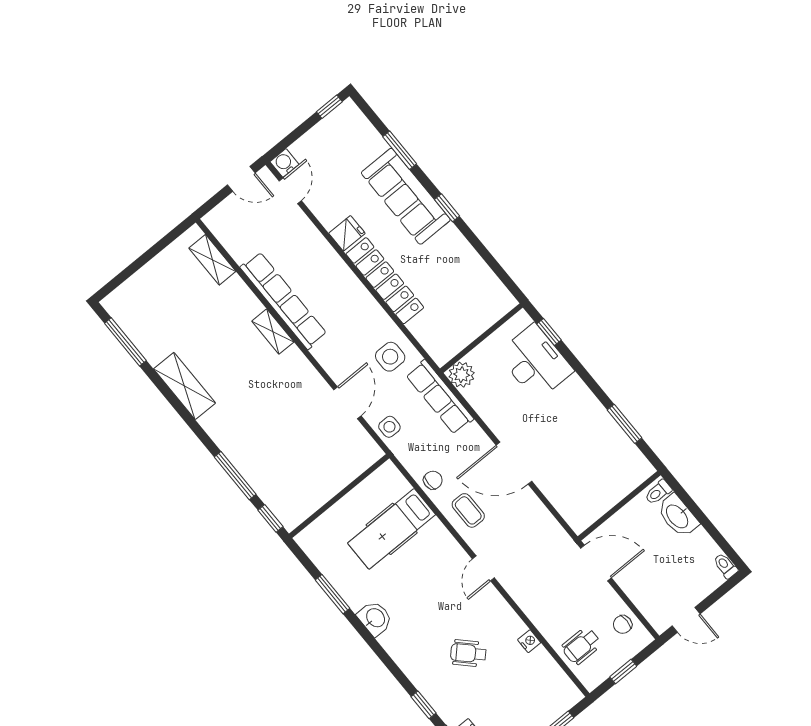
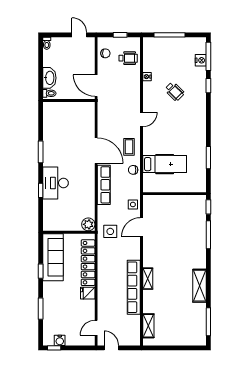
water cooler: (284, 163) -> (60, 340), moved
sofa: (406, 196) -> (53, 257), moved
wall: (481, 338) -> (69, 232), moved
plant: (462, 375) -> (88, 224), moved
row of seats: (440, 397) -> (104, 185), moved
window: (624, 424) -> (41, 152), moved
washbasin: (375, 618) -> (200, 135), removed

